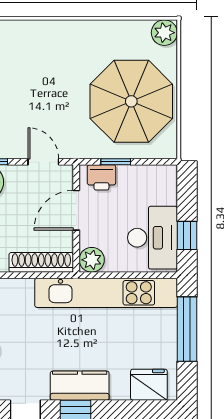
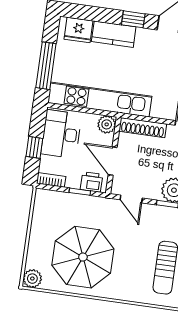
parasol: (131, 101) -> (83, 257), moved
bookcase: (158, 172) -> (51, 180), added
door: (76, 210) -> (113, 161), swing flipped
window: (187, 236) -> (34, 147), moved
kitchen counter: (80, 386) -> (114, 34), moved

